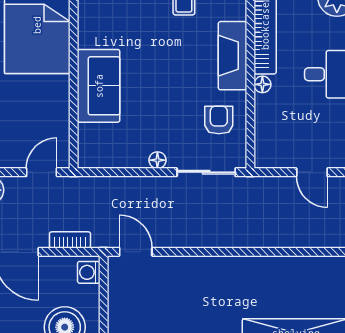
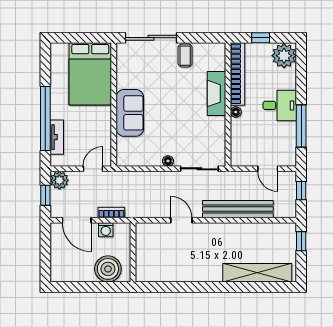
armchair: (219, 120) -> (208, 135), removed
bench: (266, 235) -> (238, 209), added
door: (136, 252) -> (181, 220), moved
washing machine: (89, 272) -> (106, 230), moved, turned -90

